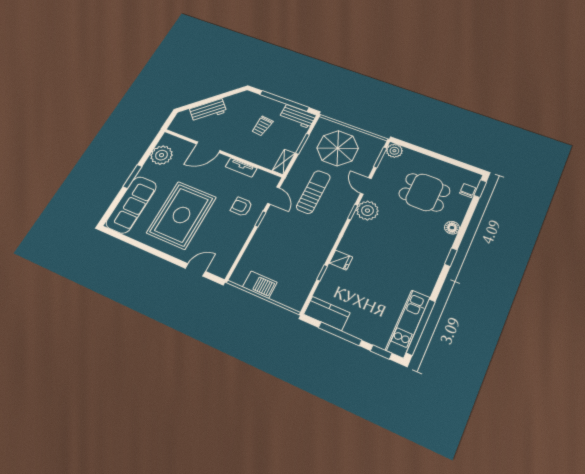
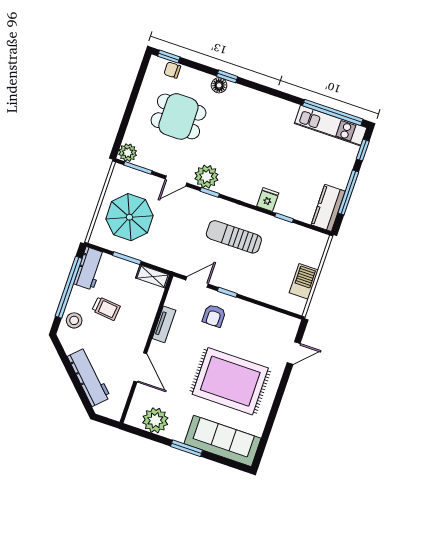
stool: (256, 103) -> (74, 320), added
workbench: (208, 110) -> (89, 377), width x1.38
sun lounger: (313, 192) -> (234, 237), moved
dining table: (424, 192) -> (178, 116), turned 90
window: (451, 257) -> (227, 76), moved
door: (195, 270) -> (294, 353), swing flipped

